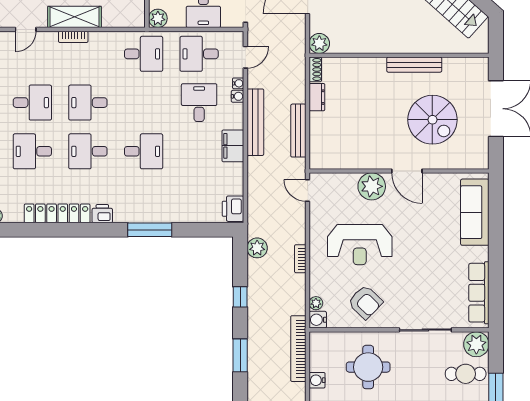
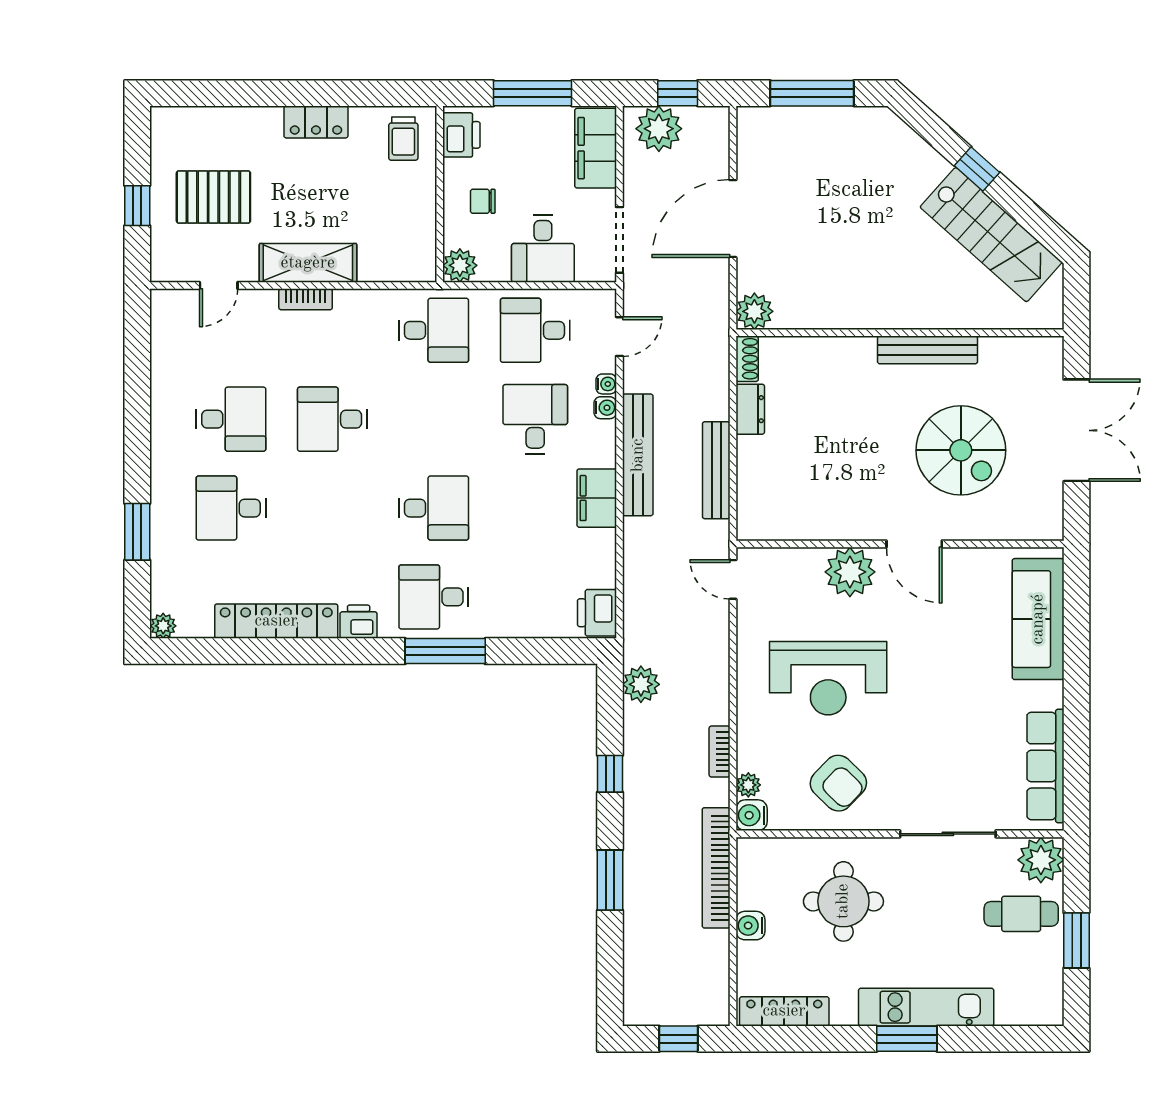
desk: (88, 151) -> (434, 597), moved
bookcase: (300, 259) -> (720, 752), moved

